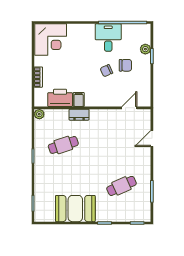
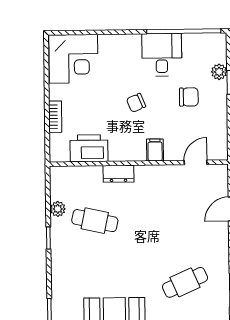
chair: (106, 71) -> (136, 103), moved
filing cabinet: (79, 99) -> (155, 150), moved
plant: (39, 114) -> (58, 209), moved
cafe table: (63, 145) -> (95, 221), turned 30

